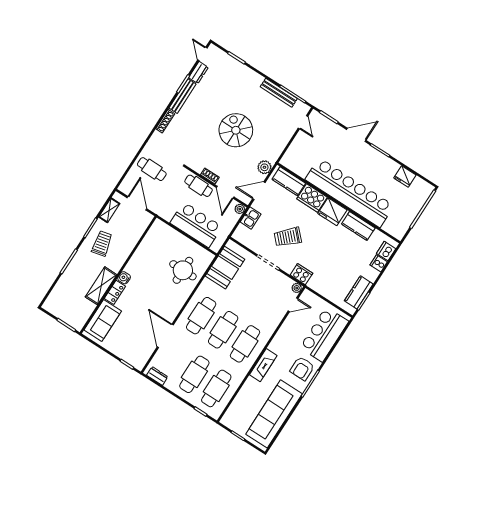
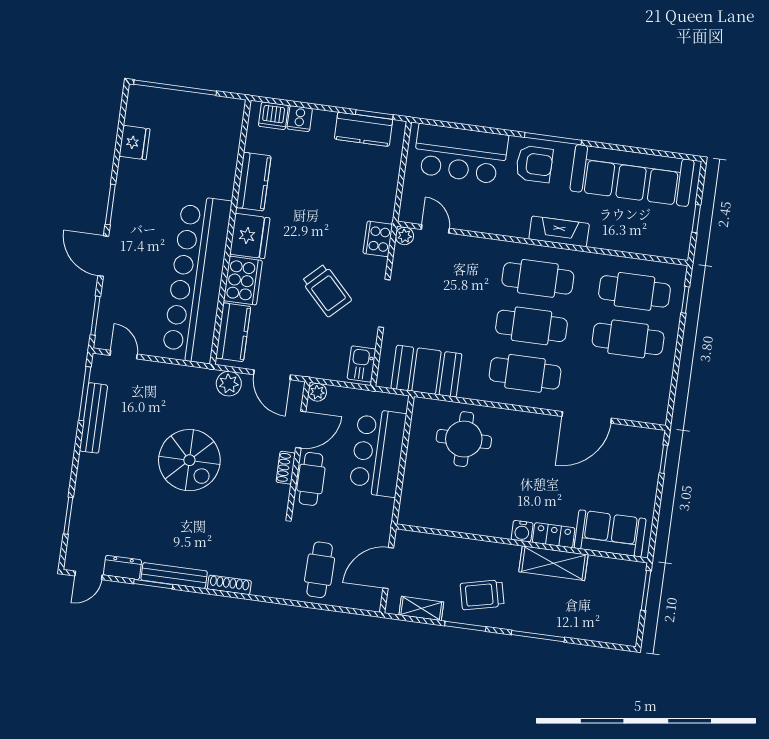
door: (303, 122) -> (124, 355), hinge flipped
spiral stairs: (236, 130) -> (189, 460), turned -90
bar counter: (350, 193) -> (197, 279), moved
kitchen sink: (251, 218) -> (361, 364), moved, turned -90
dresser: (157, 376) -> (660, 399), removed

